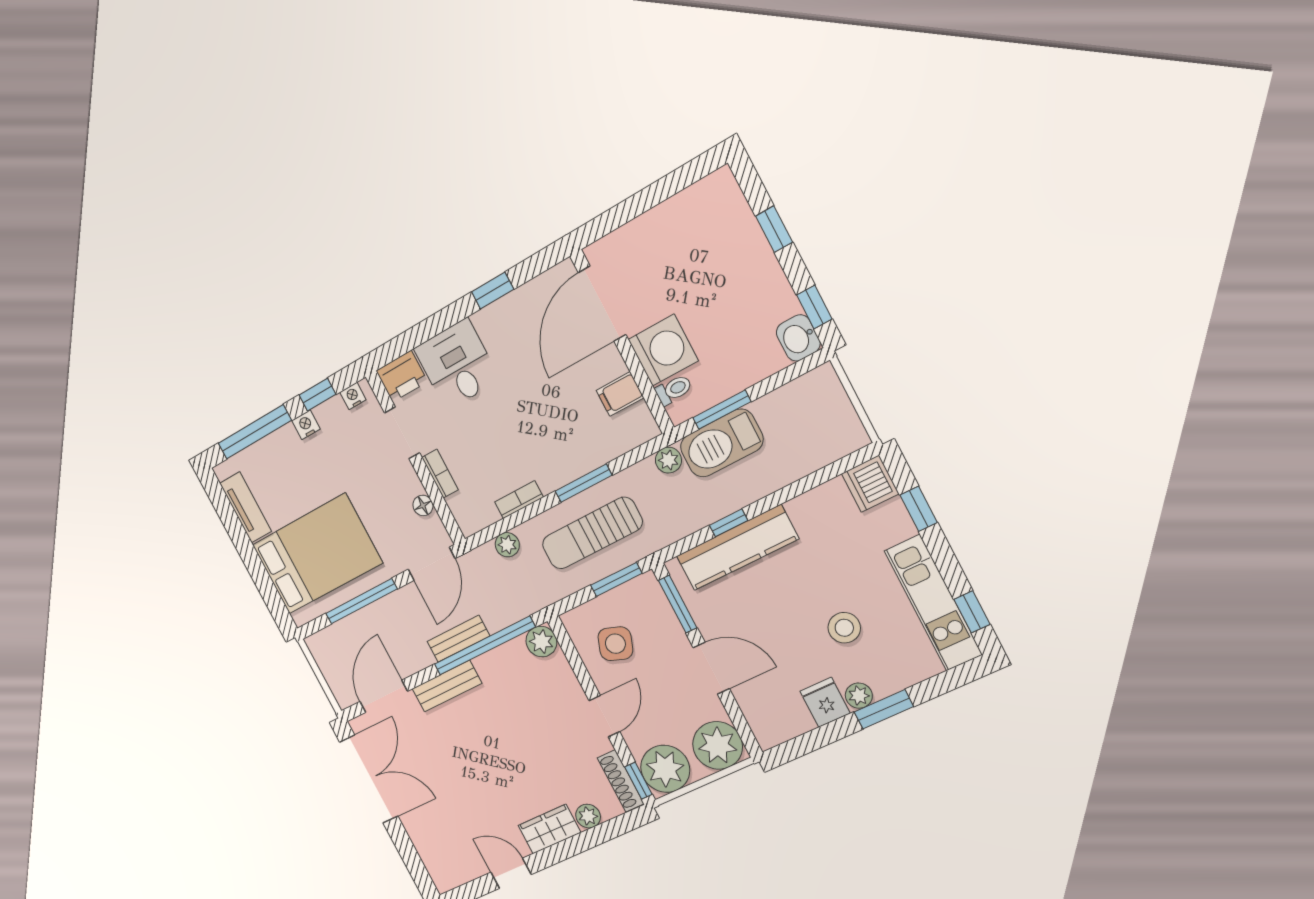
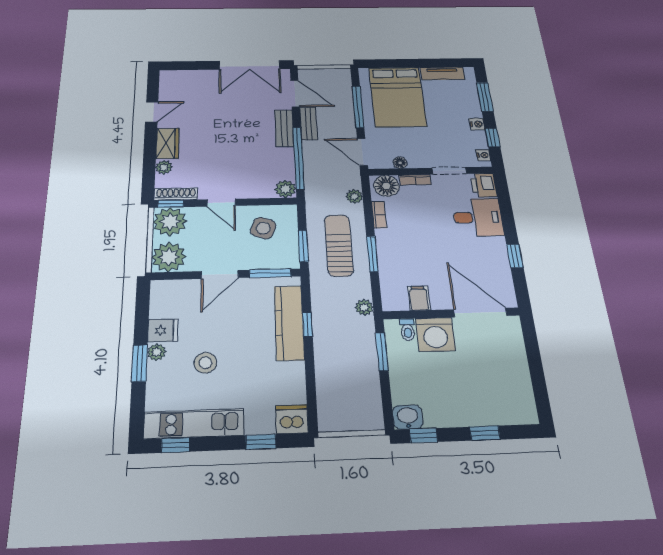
window: (255, 432) -> (485, 97), width x0.69
barbecue: (722, 443) -> (361, 343), removed
floor lamp: (469, 509) -> (386, 186), added
bench: (458, 639) -> (308, 124), moved

